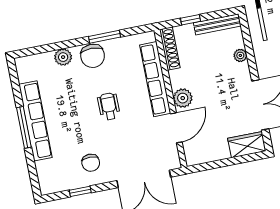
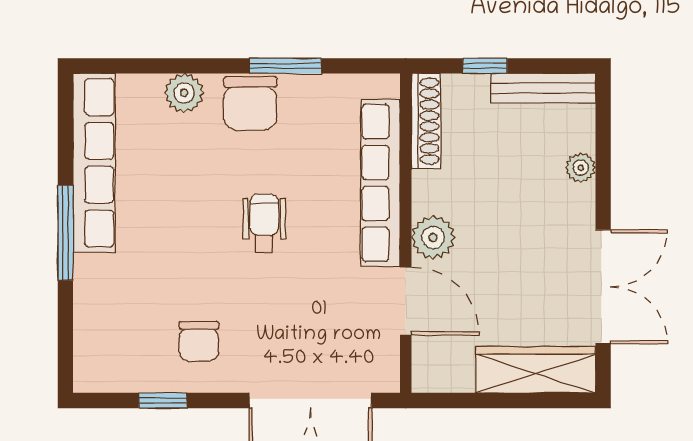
row of seats: (35, 121) -> (94, 163), moved
door: (176, 128) -> (406, 301), hinge flipped
wardrobe: (247, 145) -> (536, 370), width x1.50

